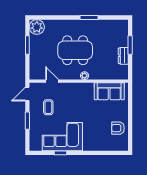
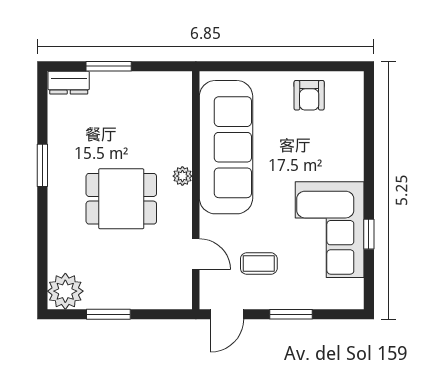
dining table: (75, 50) -> (121, 199), width x0.73
dresser: (123, 56) -> (69, 83), moved
door: (52, 81) -> (196, 254), swing flipped
sofa: (109, 91) -> (226, 147), width x1.85, depth x1.27
door: (27, 94) -> (227, 314), hinge flipped

